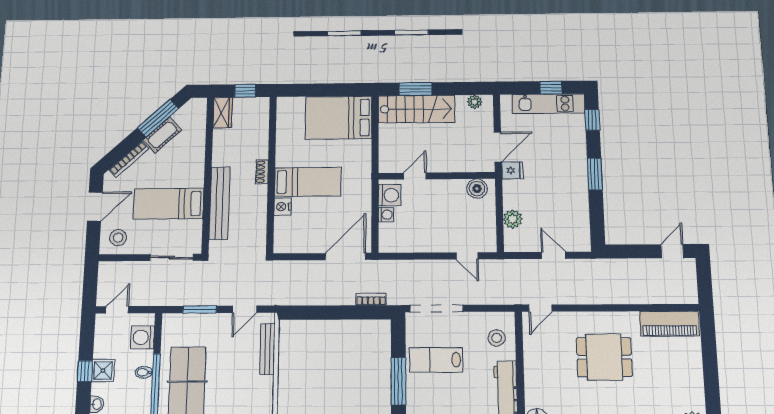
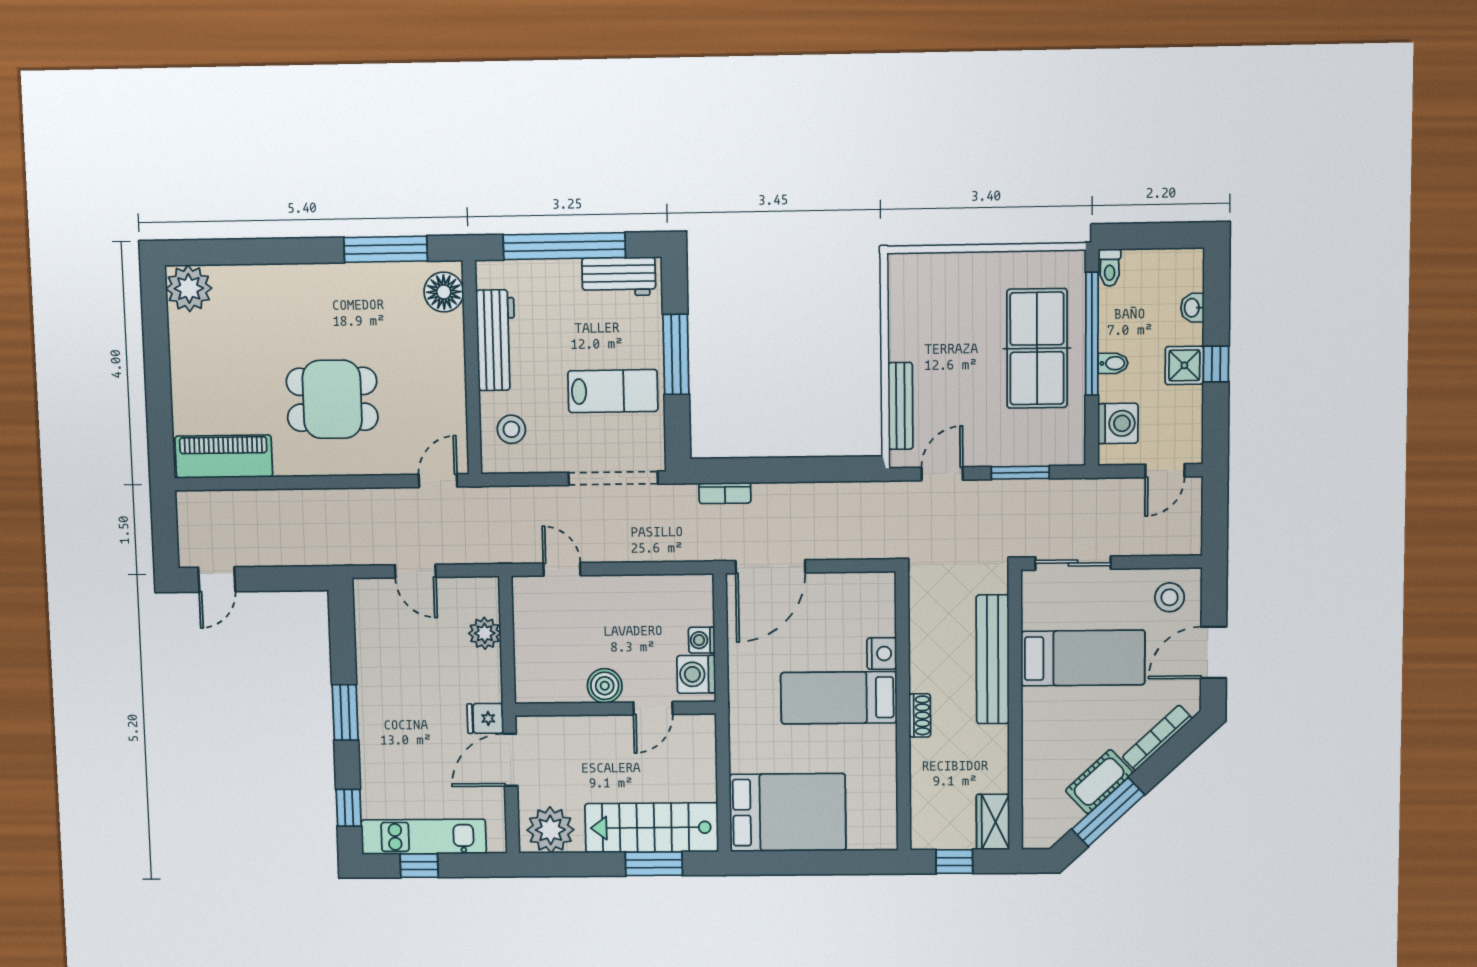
plant: (475, 102) -> (550, 830), width x1.88, depth x1.88
boiler: (477, 189) -> (605, 686), moved

